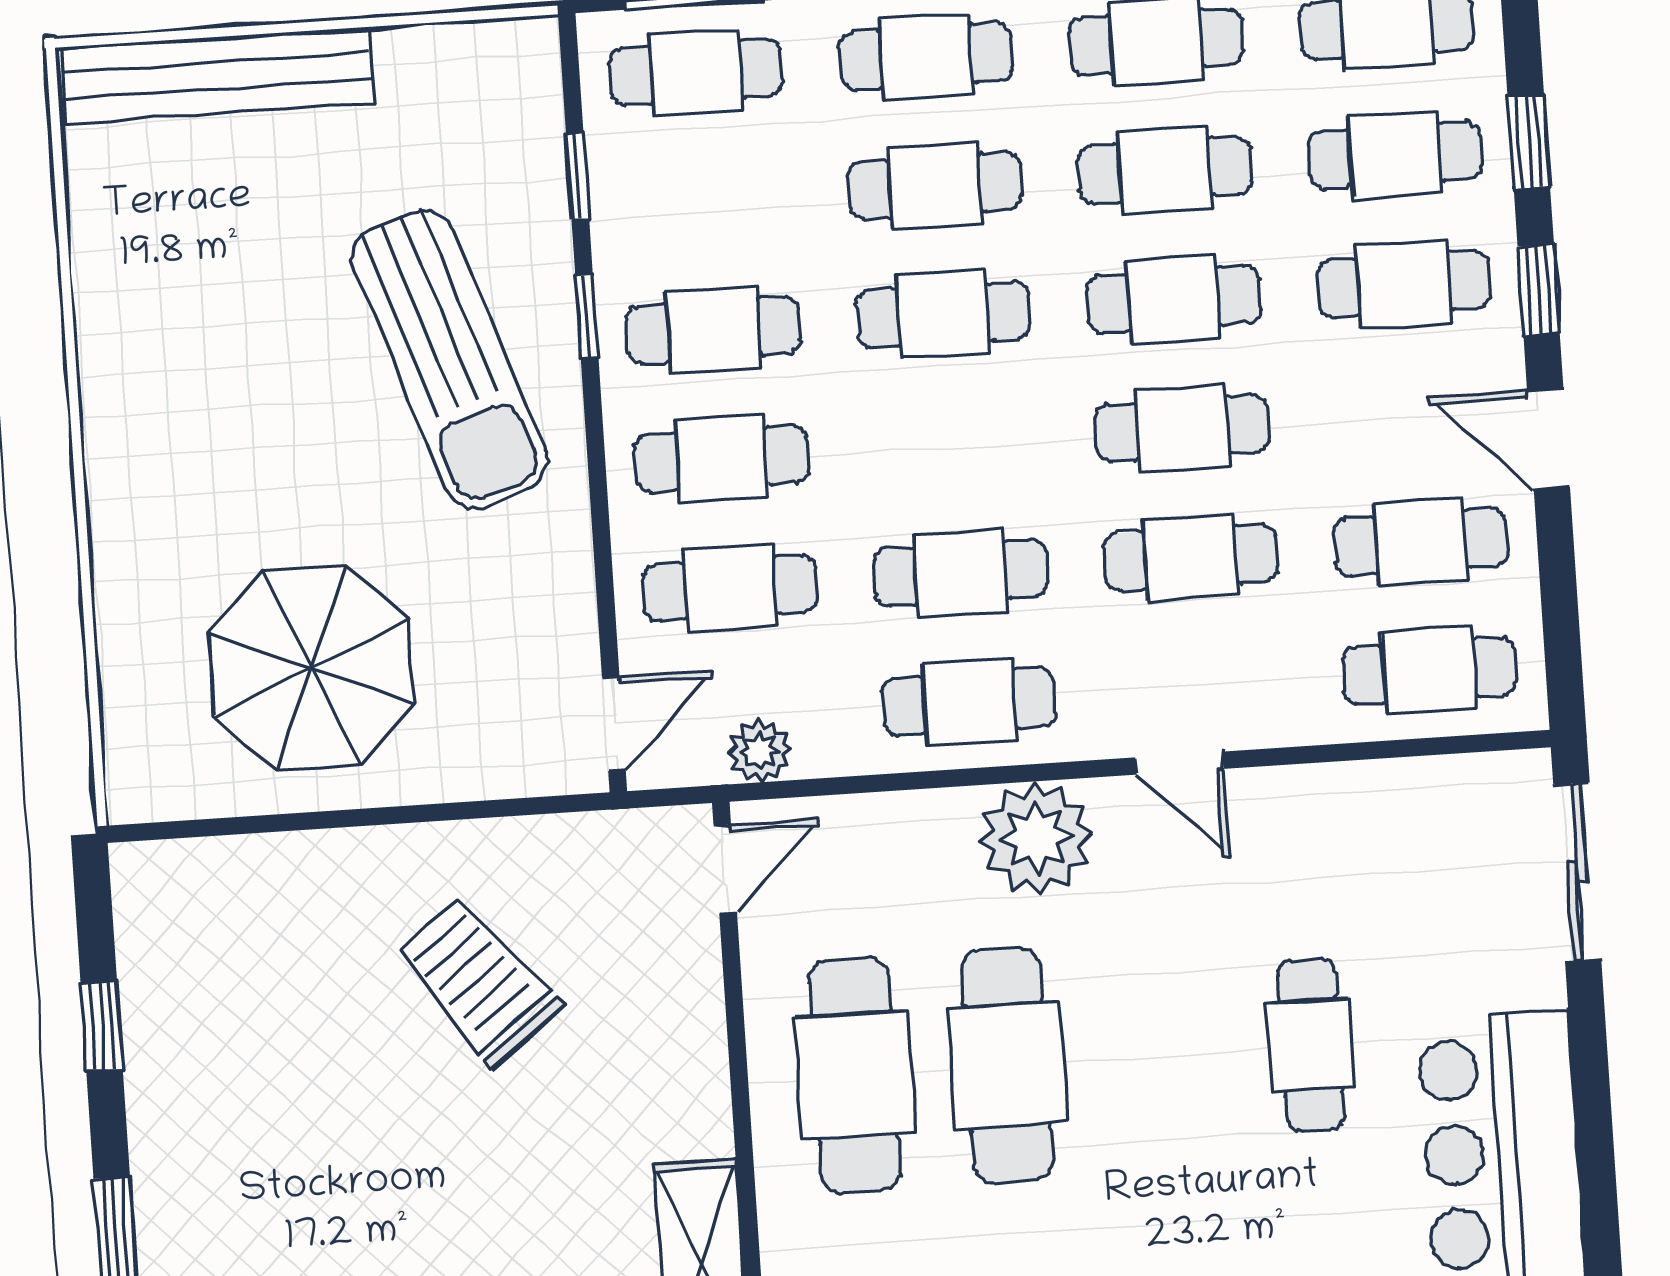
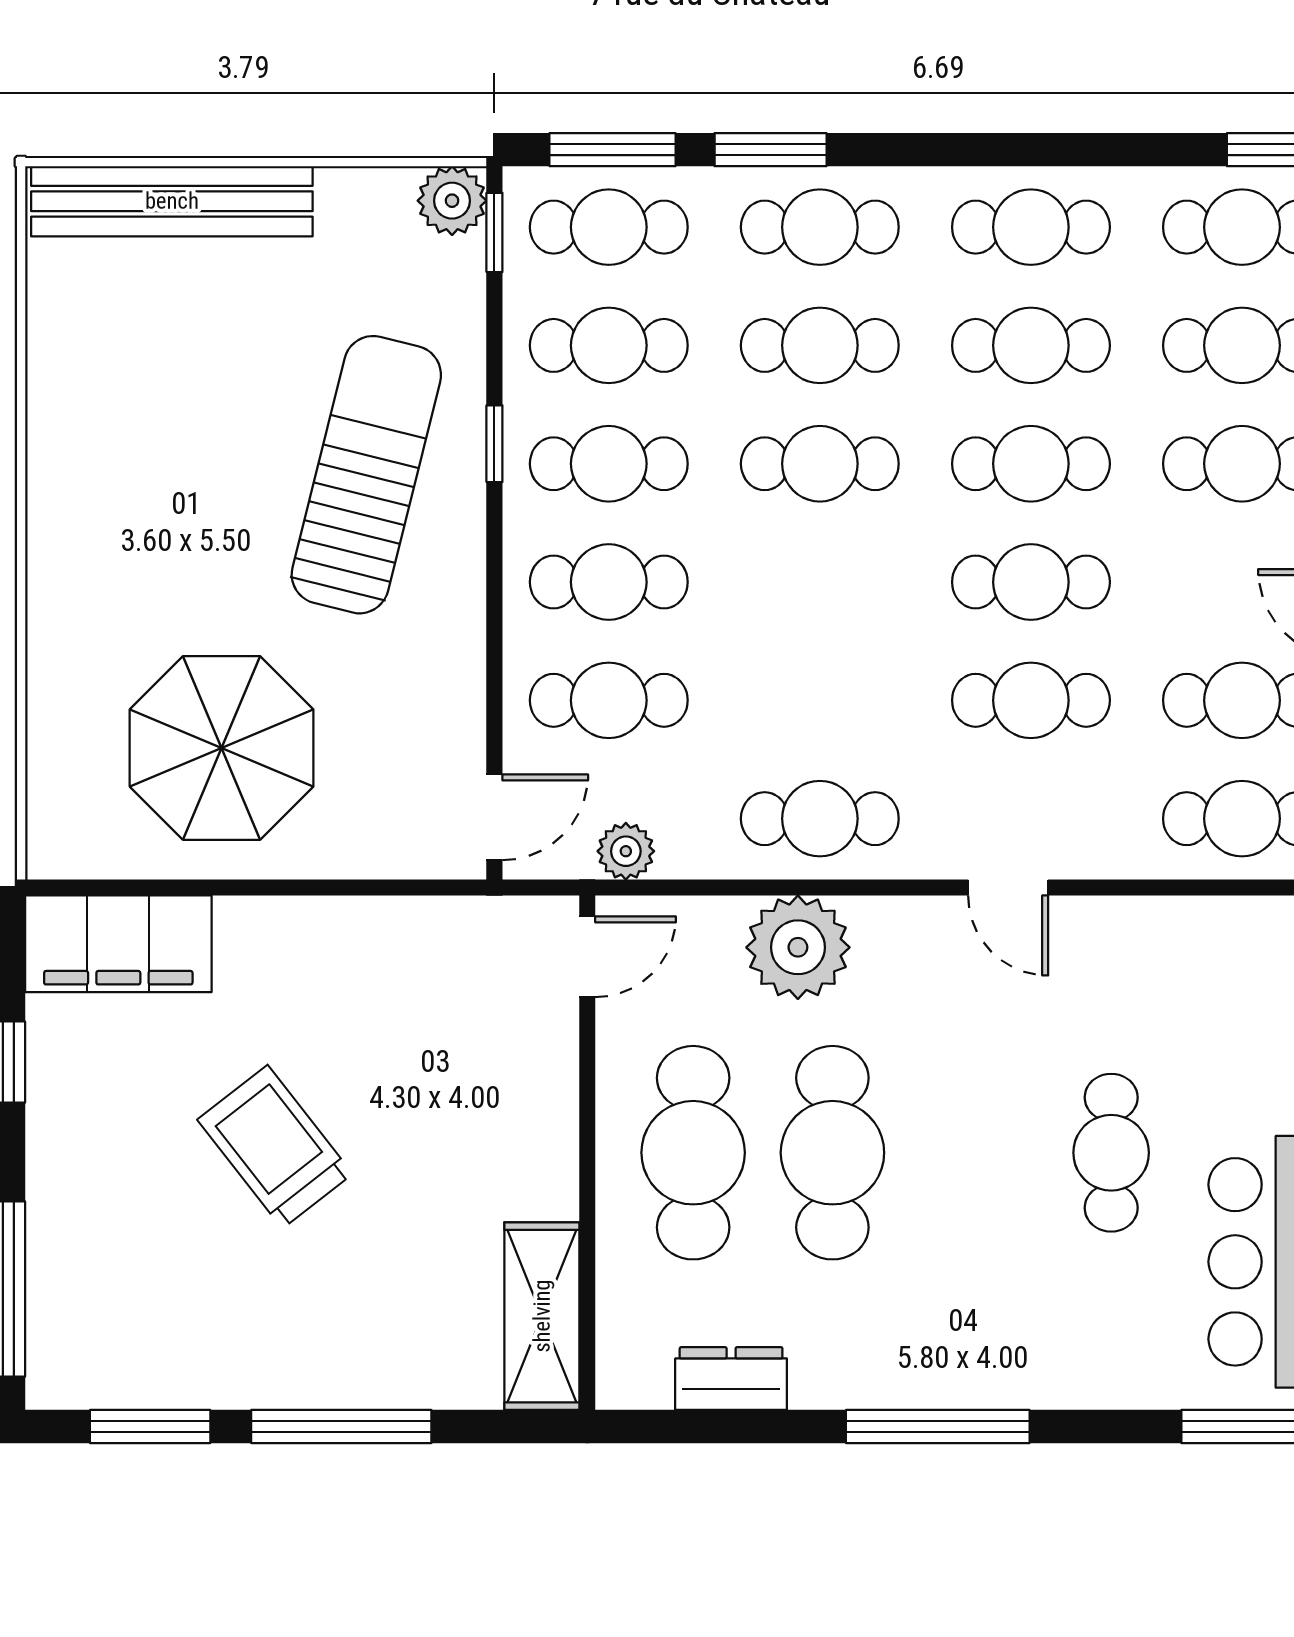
plant: (523, 54) -> (452, 201), added
window: (578, 177) -> (494, 232), moved
sun lounger: (449, 359) -> (366, 475), turned -147
cafe table: (960, 573) -> (609, 345), moved
plant: (1036, 838) -> (798, 947), moved
filing cabinet: (213, 889) -> (118, 944), added
trolley: (479, 981) -> (275, 1147), moved

